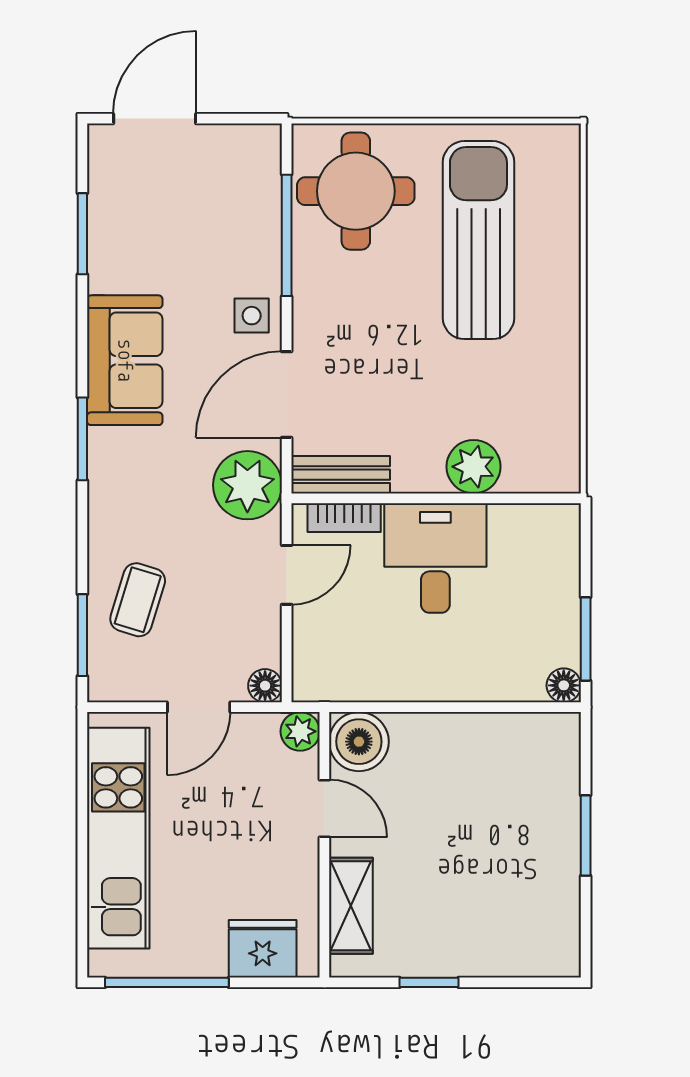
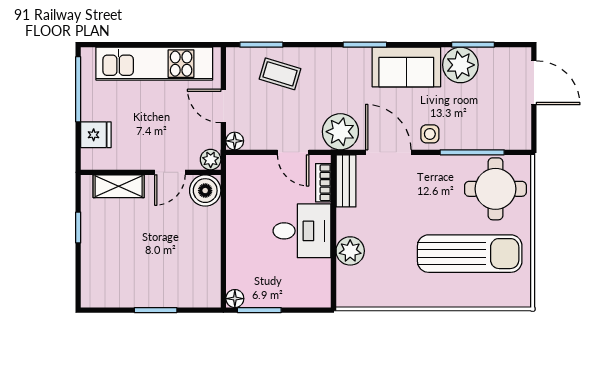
plant: (121, 258) -> (460, 65), added
fridge: (263, 949) -> (96, 135), width x0.72

